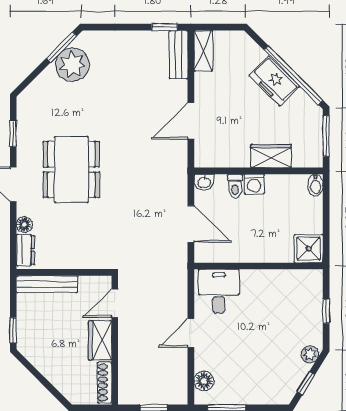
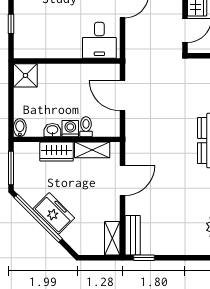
shelving: (228, 158) -> (92, 150), added
washbasin: (204, 182) -> (52, 130), moved

